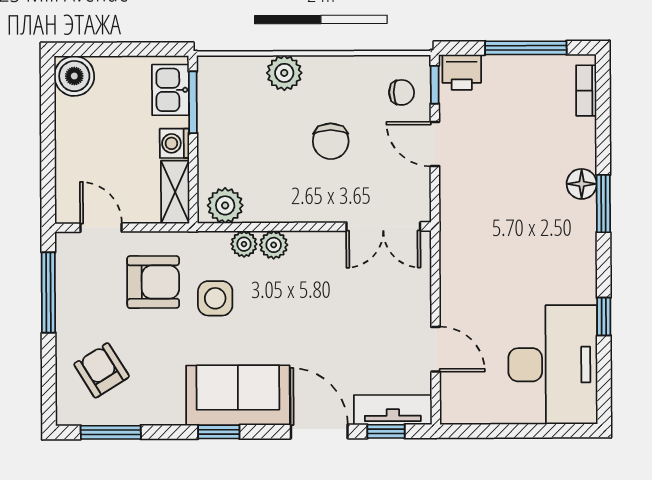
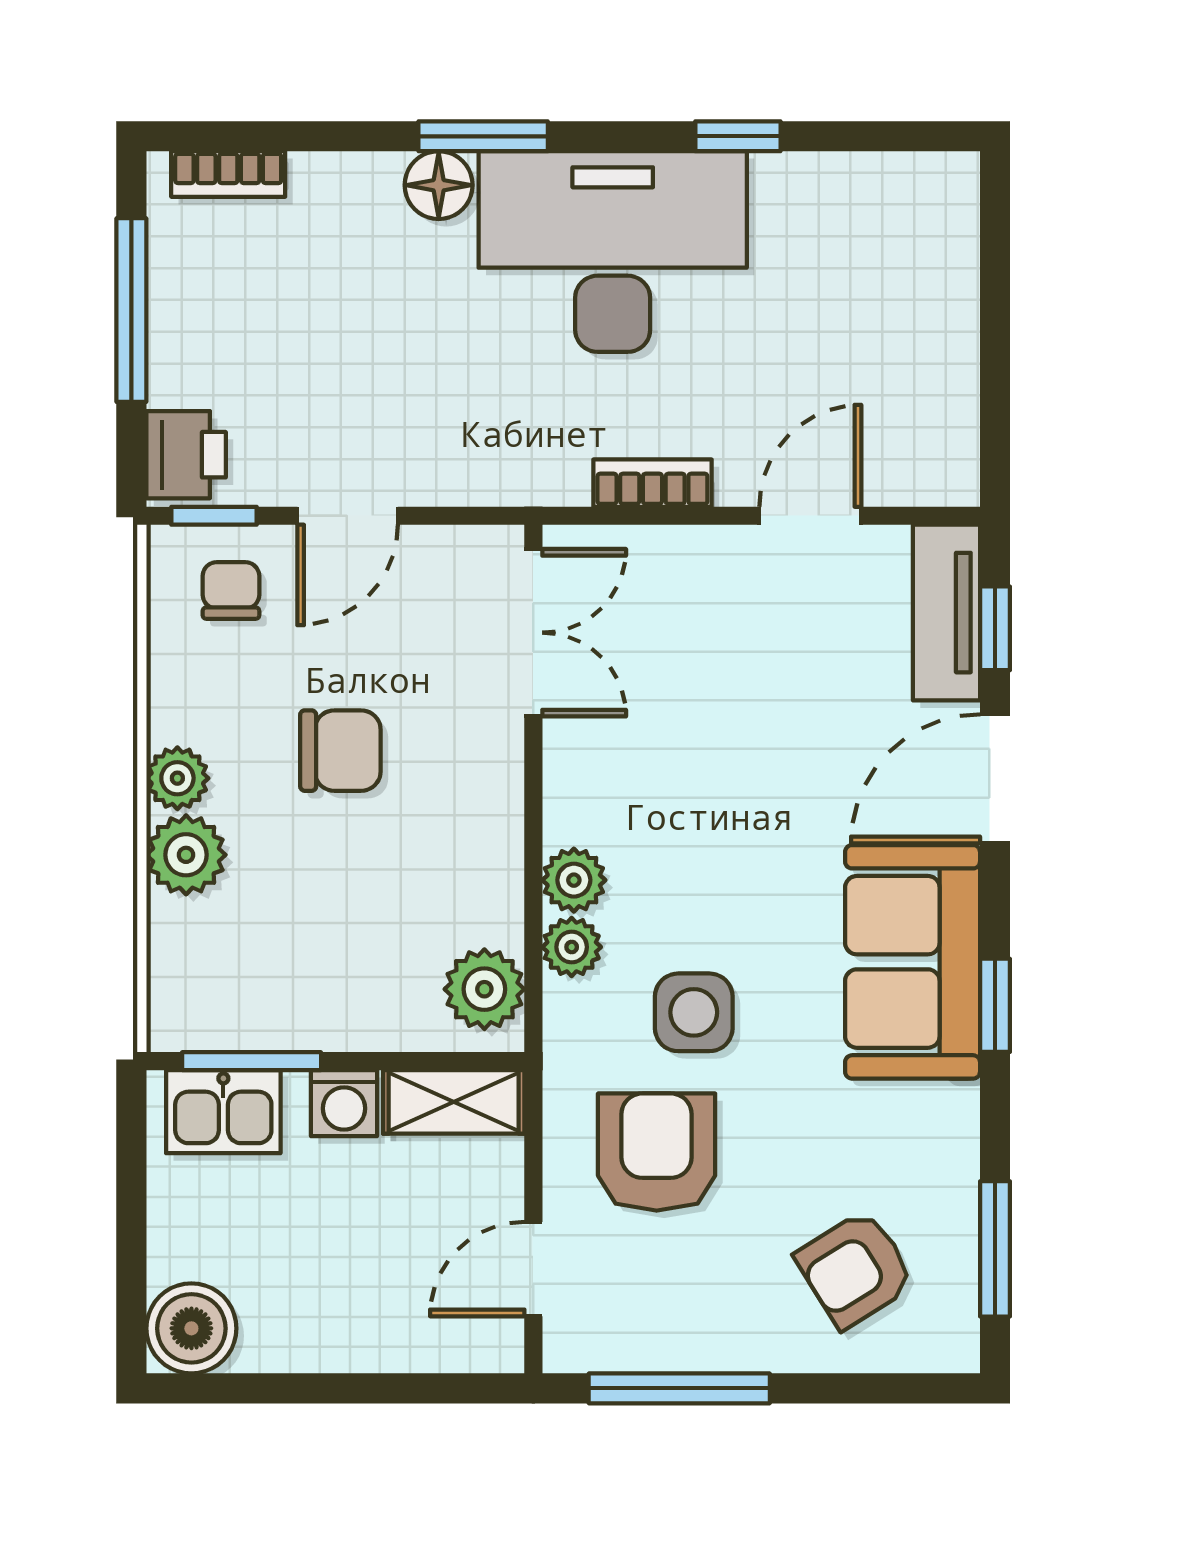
plant: (318, 69) -> (177, 778), added
bookcase: (450, 279) -> (652, 483), added
desk: (553, 365) -> (613, 252), moved

